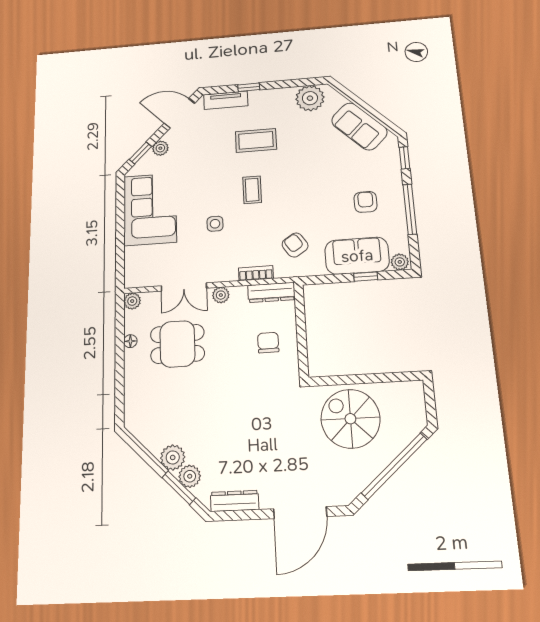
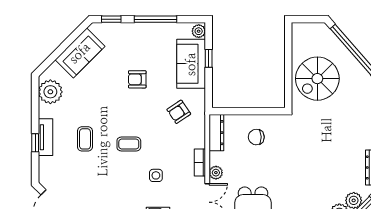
tv unit: (226, 100) -> (45, 137), moved
coffee table: (256, 140) -> (85, 139), width x0.73, depth x0.77
armchair: (366, 202) -> (137, 79), moved
bookcase: (256, 273) -> (200, 163), moved

